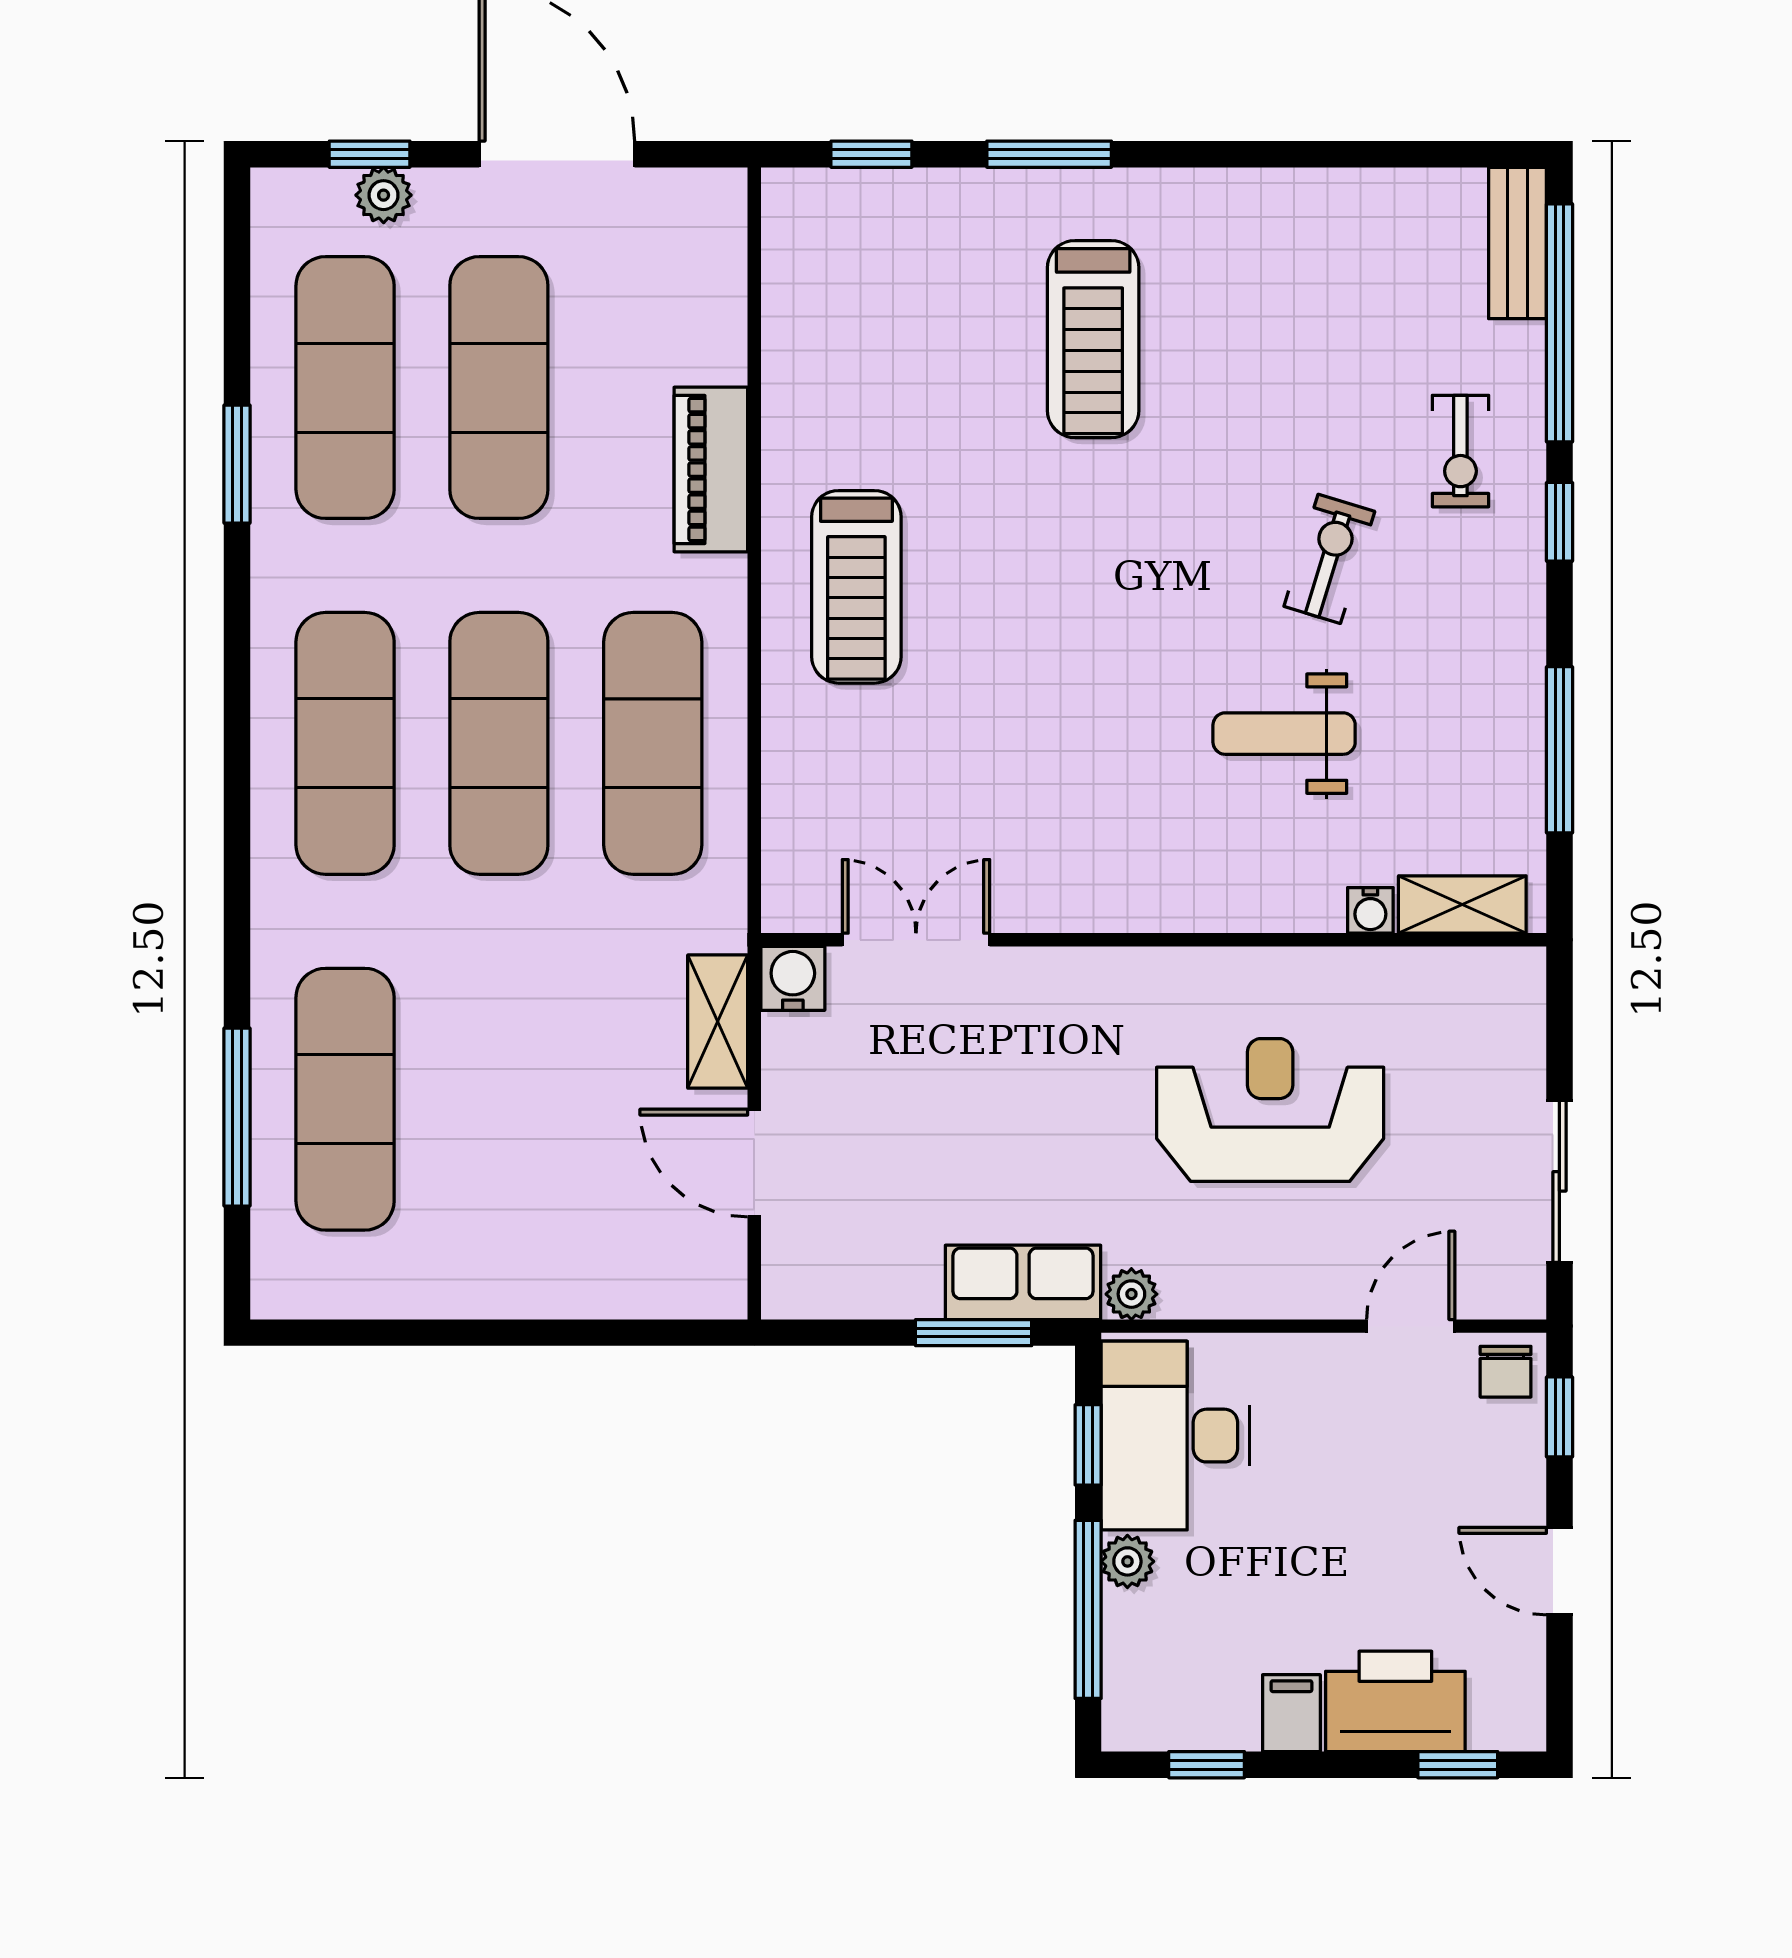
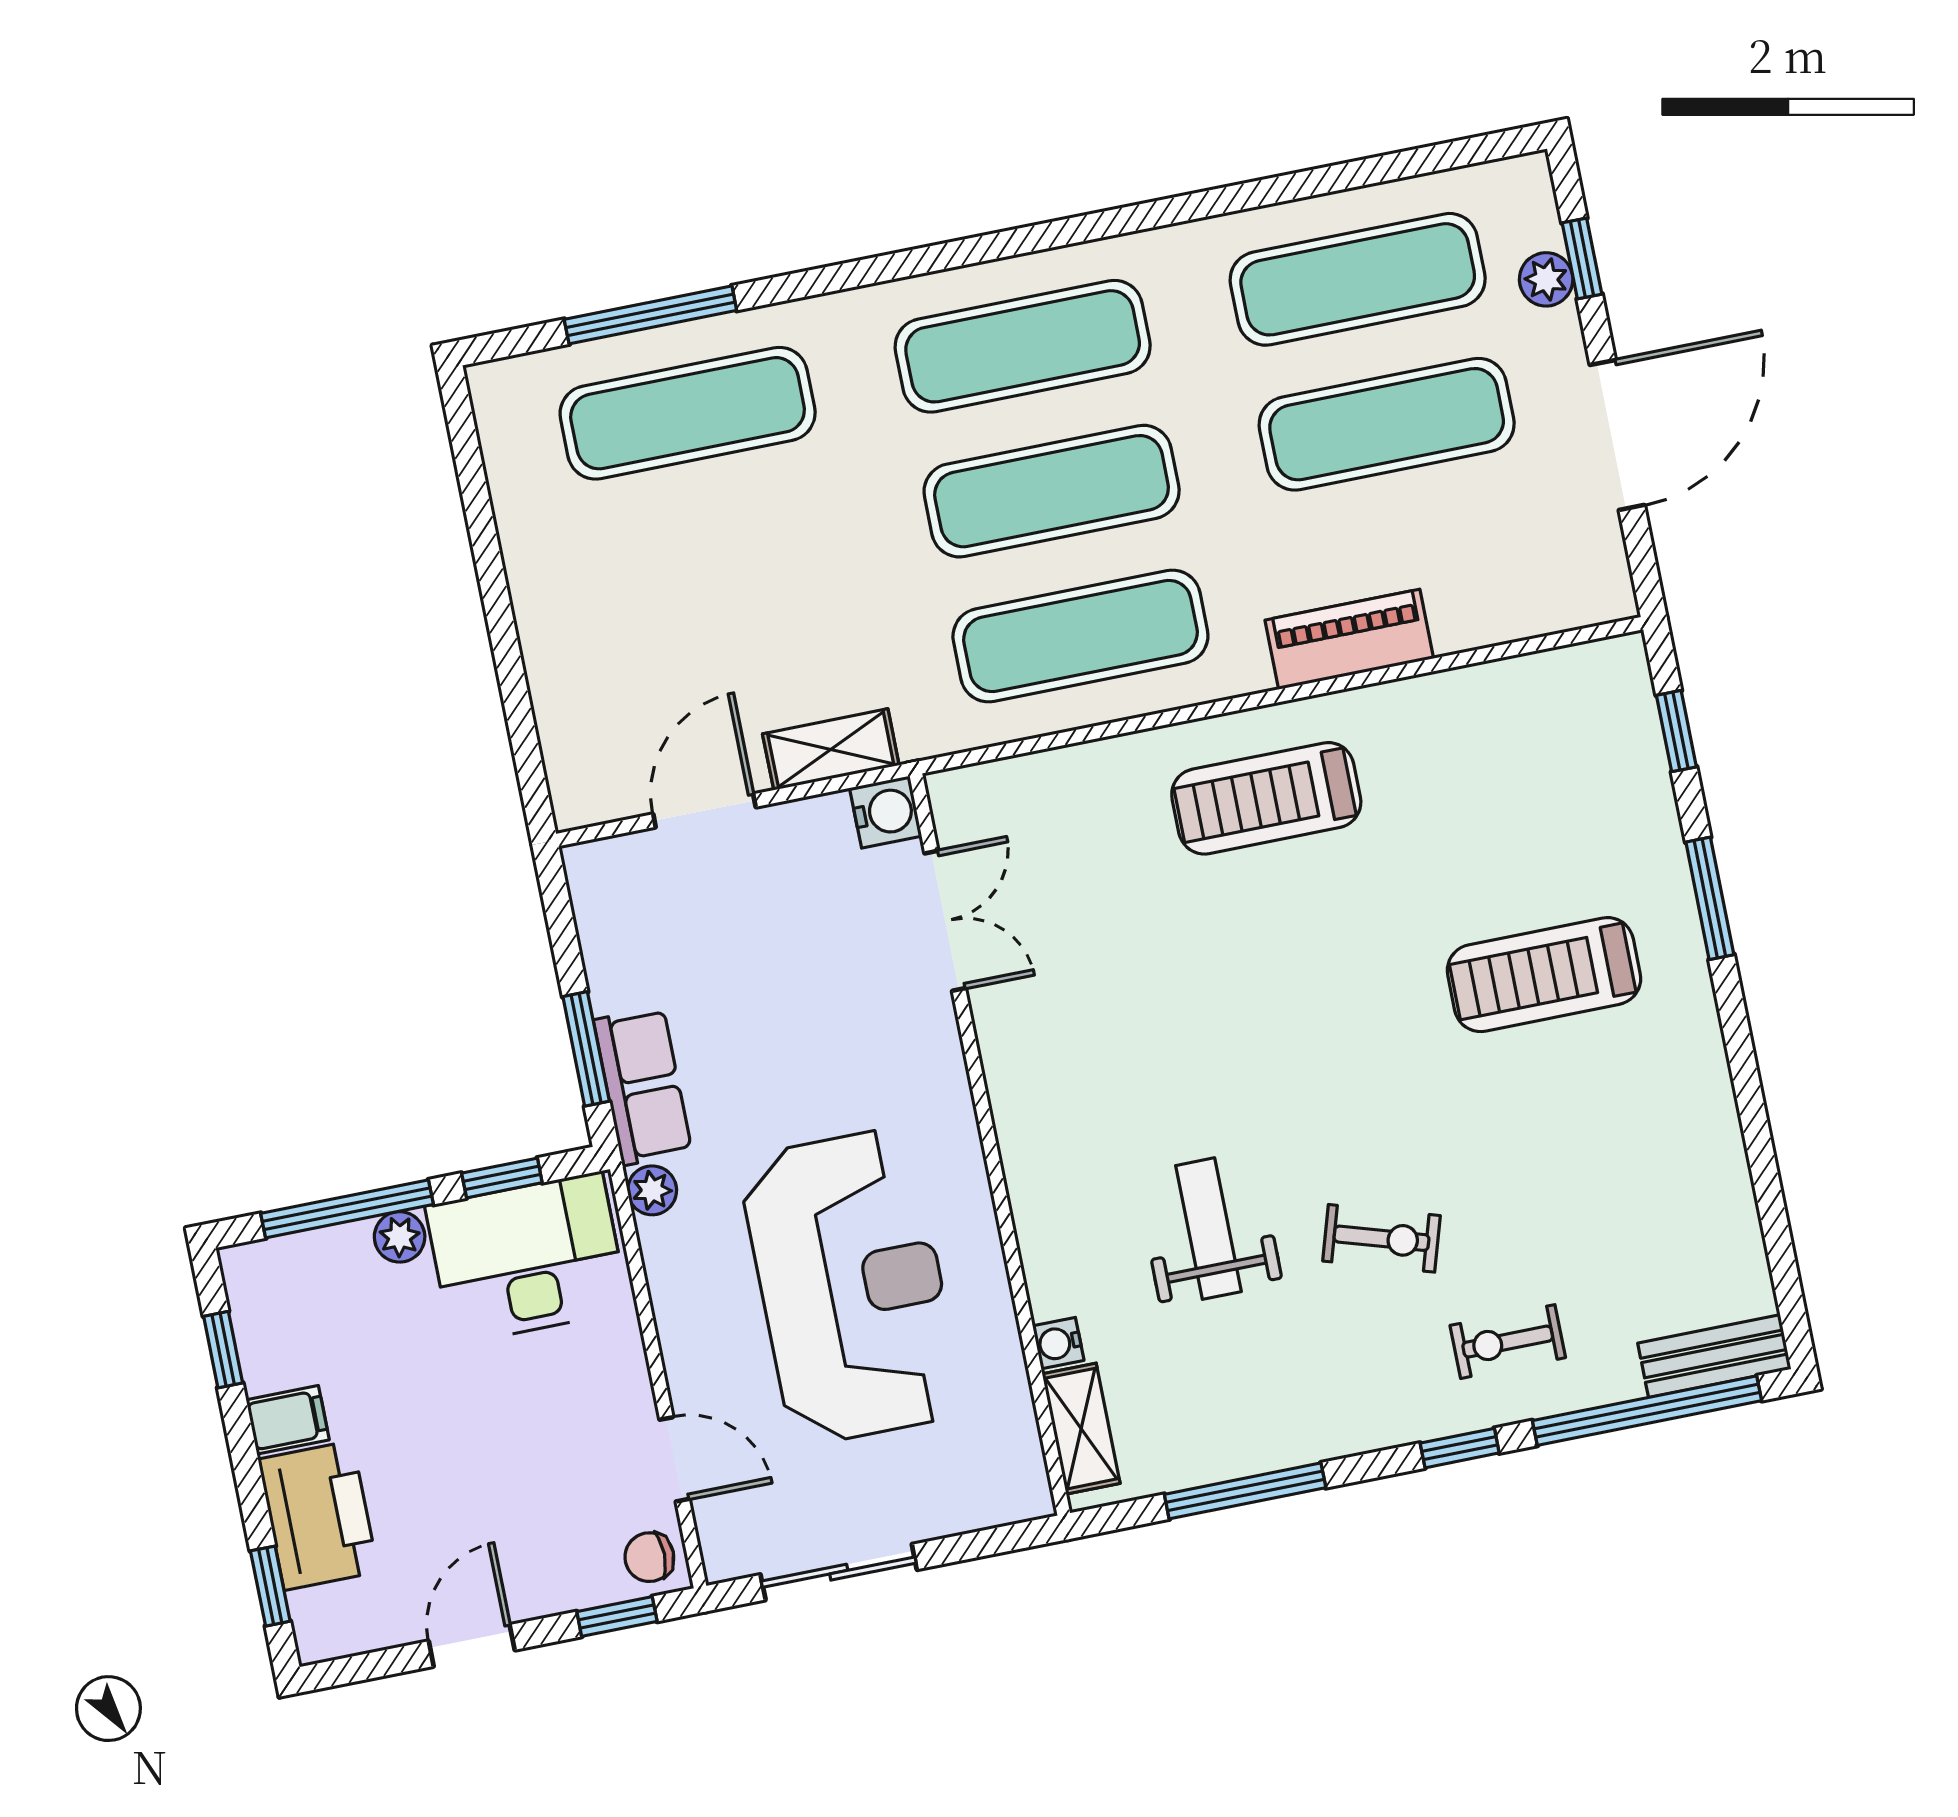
window: (237, 464) -> (1265, 192), removed
reception desk: (1270, 1110) -> (851, 1286), width x1.36, depth x1.30

